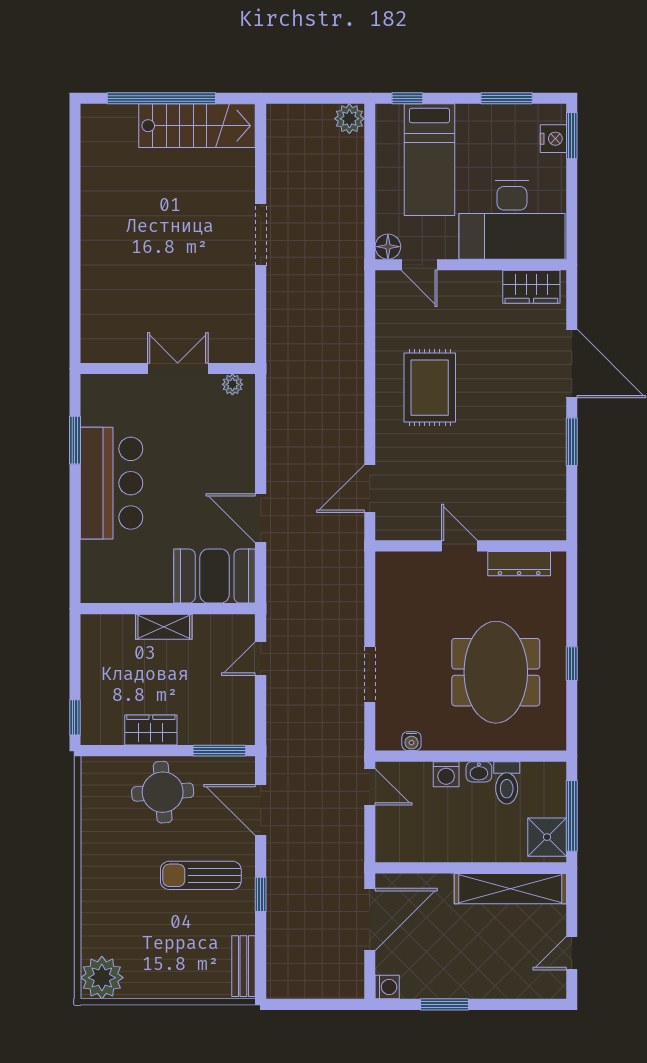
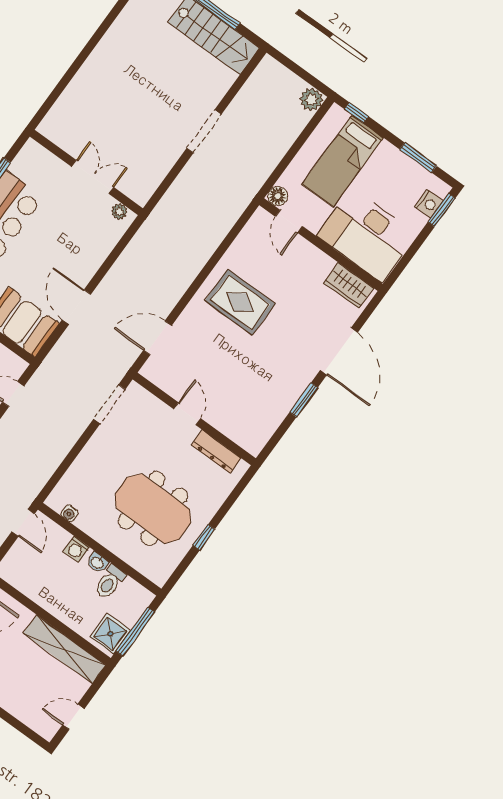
rug: (430, 388) -> (240, 302), turned 90
meeting table: (496, 672) -> (153, 508), turned 90
doorway: (370, 675) -> (109, 404), moved

